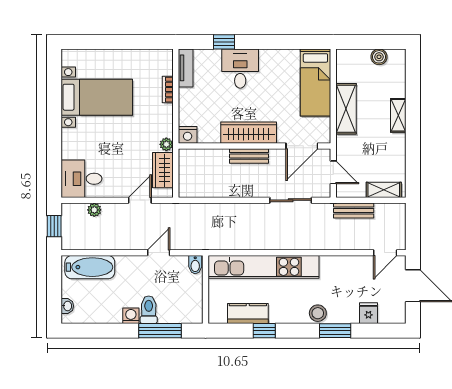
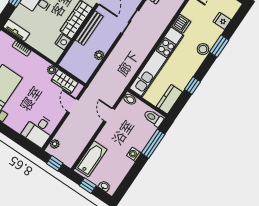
nightstand: (188, 135) -> (63, 42), moved
bench: (249, 156) -> (89, 28), width x1.36
plant: (224, 190) -> (99, 55), added
plant: (94, 210) -> (55, 144), moved
dishwasher: (331, 265) -> (181, 24), added
window: (54, 285) -> (88, 186), added
toilet: (149, 310) -> (153, 118), moved
kitchen counter: (248, 314) -> (169, 99), moved

